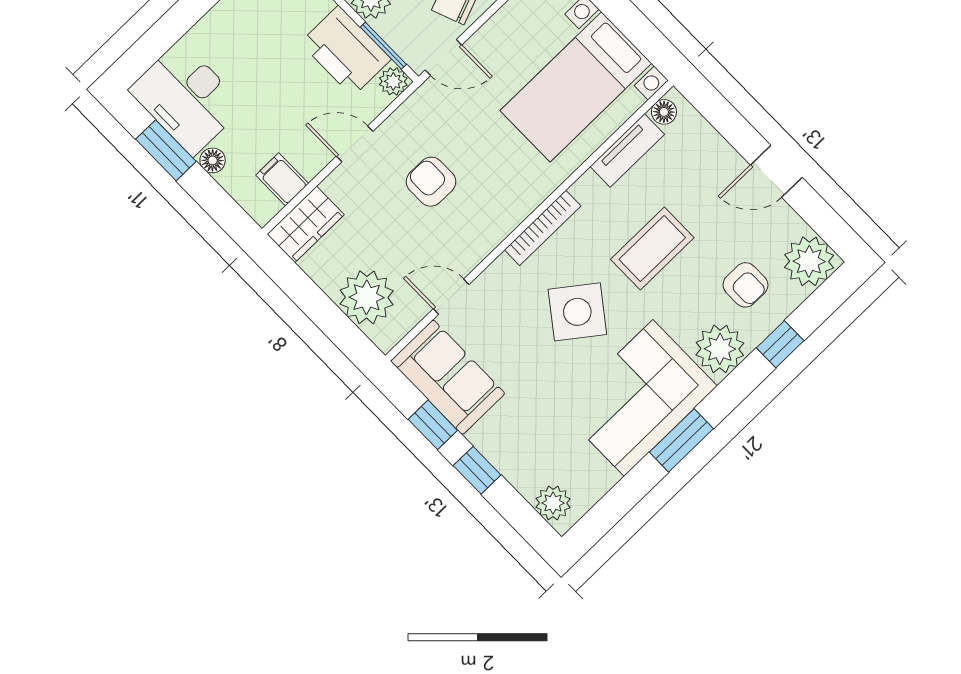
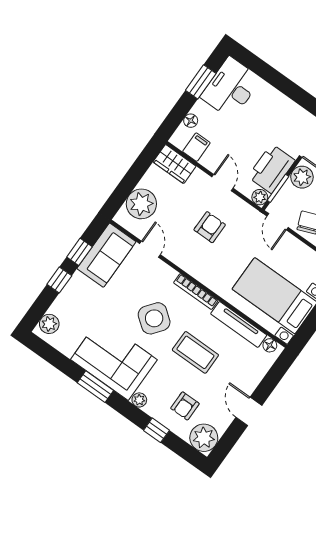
tv unit: (627, 150) -> (239, 324), width x1.41
floor lamp: (213, 160) -> (191, 121), moved
plant: (720, 349) -> (139, 400), width x0.53, depth x0.53

